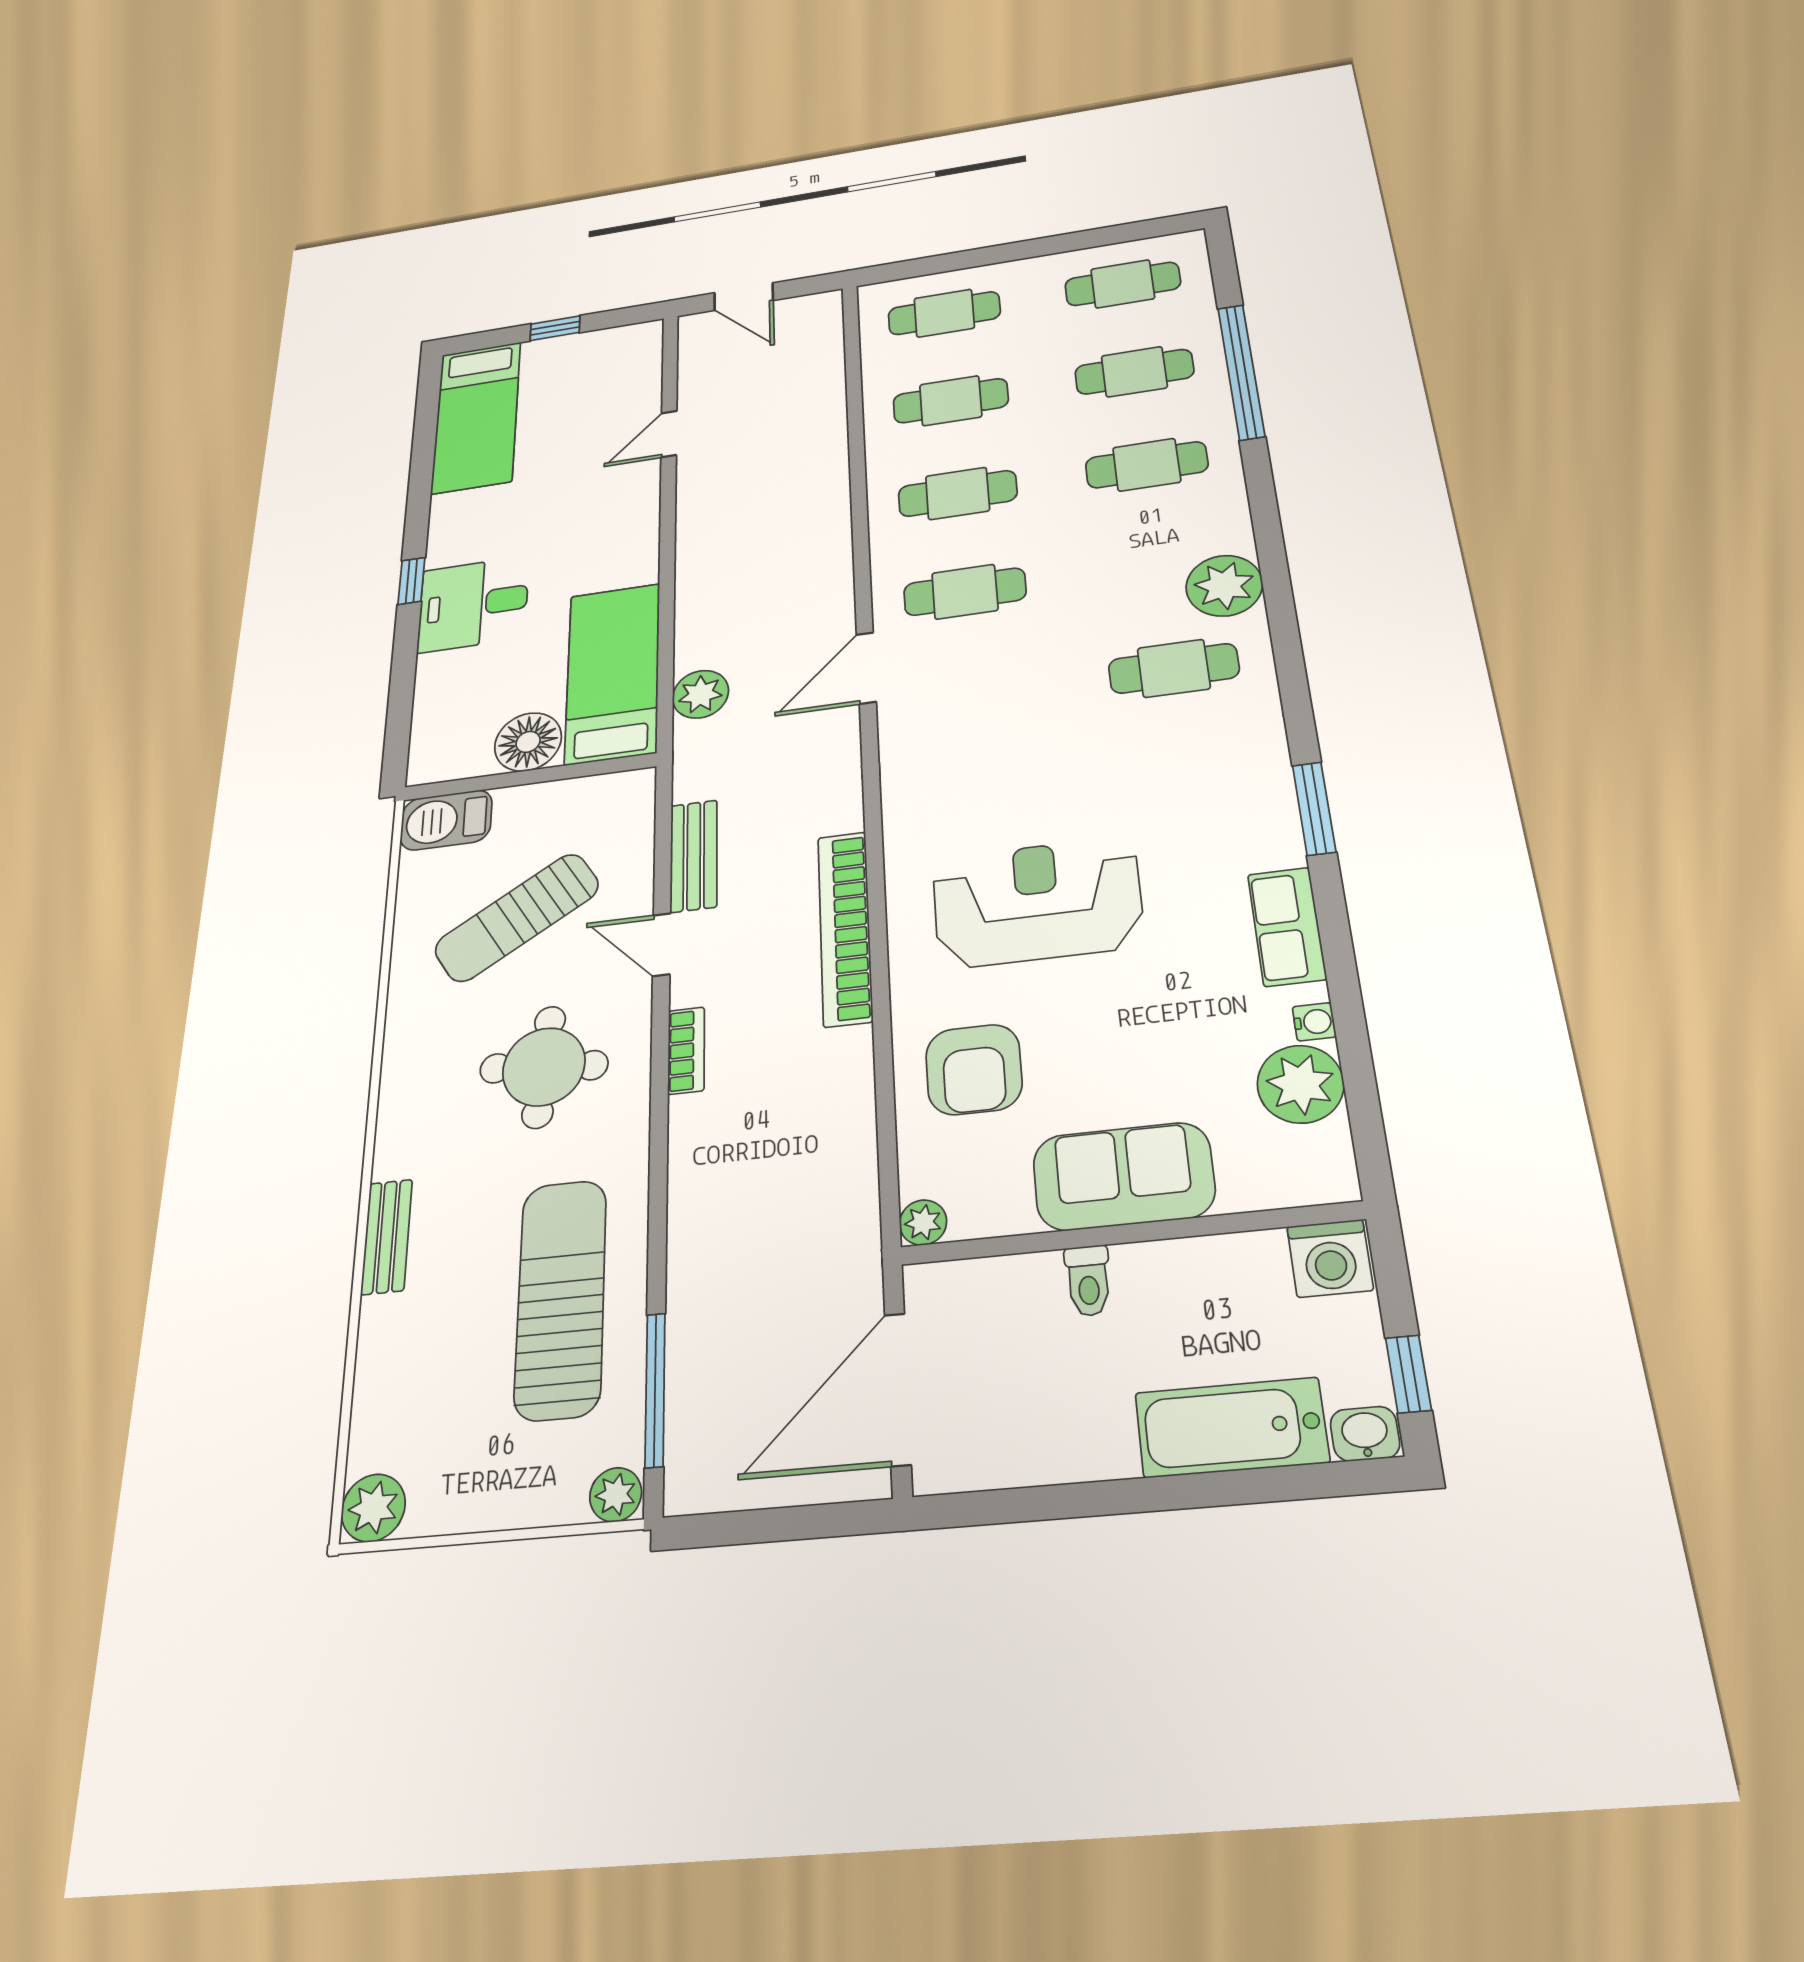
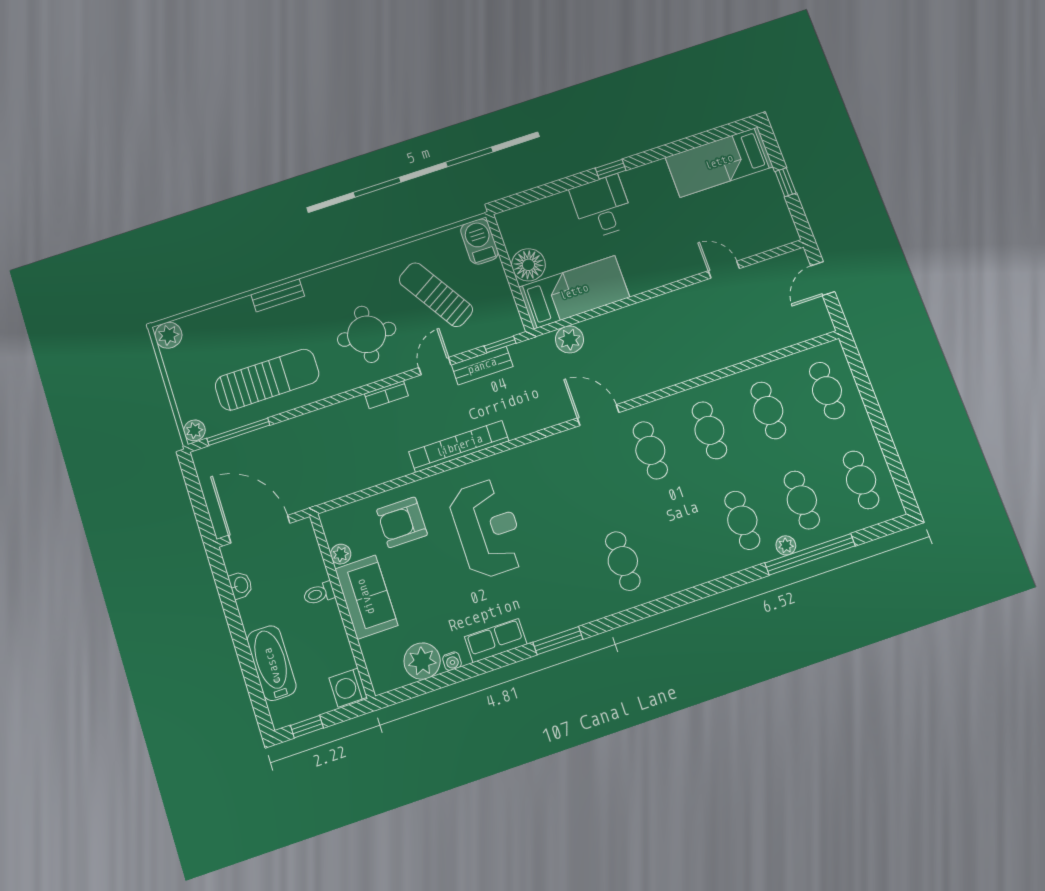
plant: (1224, 586) -> (786, 545), moved, width x0.53, depth x0.53
window: (663, 816) -> (500, 344), added
plant: (923, 1222) -> (341, 554), moved
washbasin: (1365, 1434) -> (241, 585), moved

